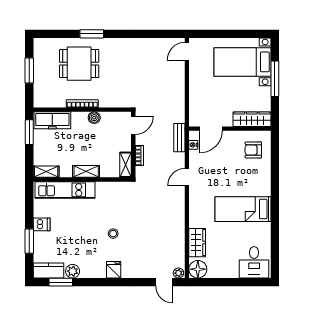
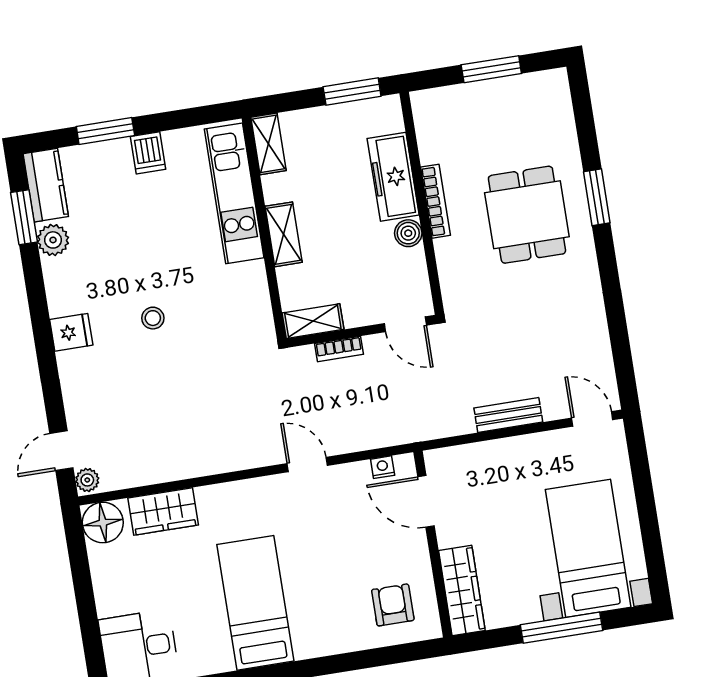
dining table: (79, 64) -> (527, 215), moved
freezer: (52, 120) -> (393, 177), moved
bench: (179, 138) -> (508, 415), moved

